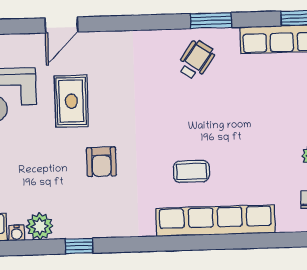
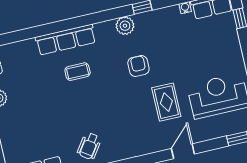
row of seats: (215, 221) -> (66, 40), width x0.73
plant: (40, 226) -> (125, 26), moved

